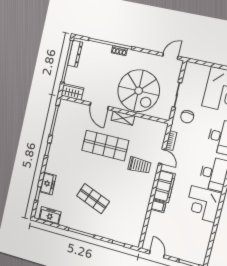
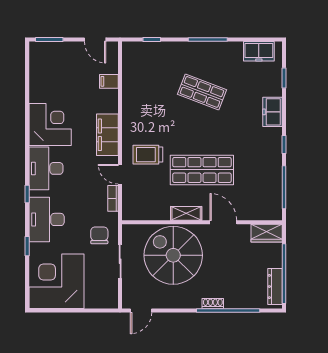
freezer: (48, 184) -> (272, 112), moved
filing cabinet: (158, 206) -> (109, 81), moved

